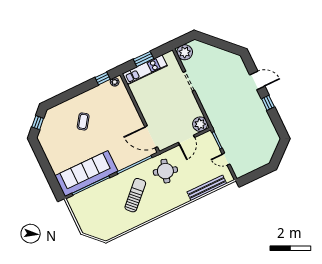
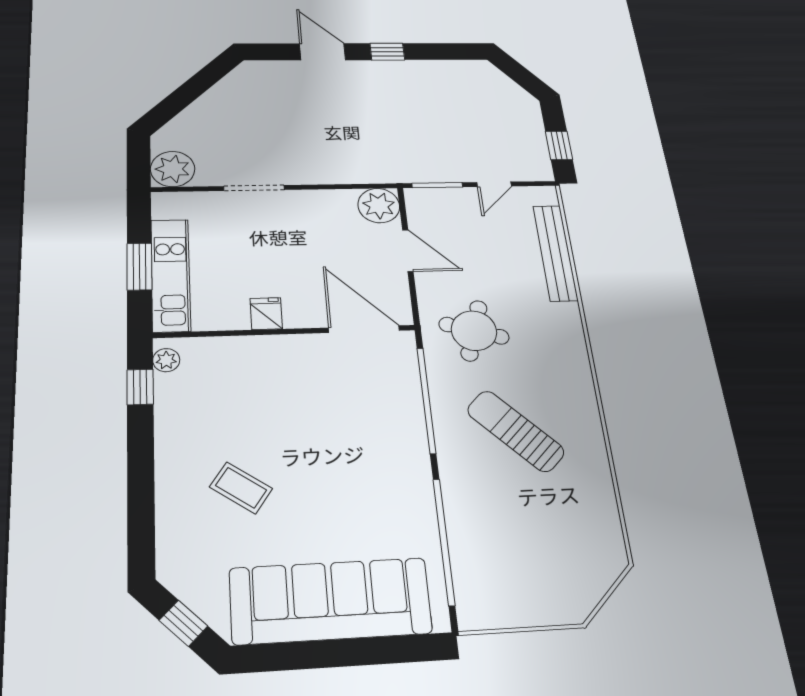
door: (257, 81) -> (322, 52), hinge flipped
fridge: (144, 105) -> (266, 314), added
door: (151, 137) -> (364, 329), swing flipped
sofa: (86, 174) -> (330, 601), moved, turned 90
window: (253, 176) -> (559, 145), added

